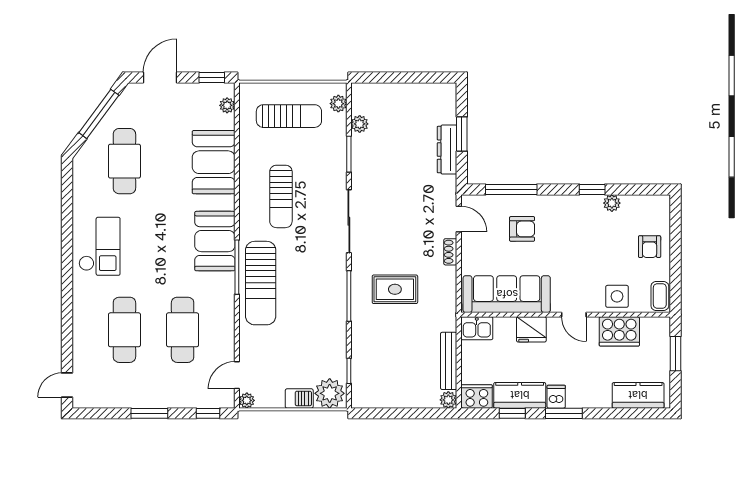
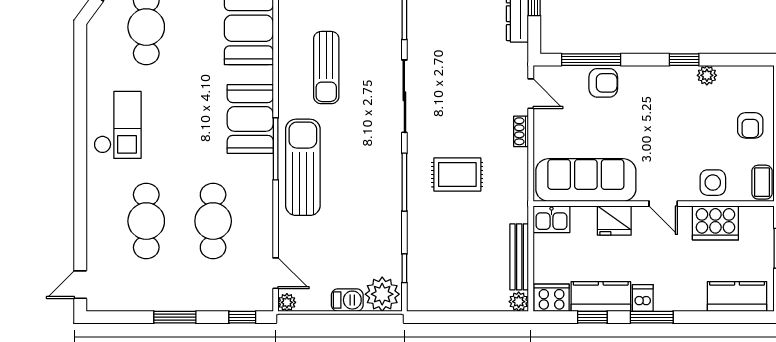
armchair: (522, 229) -> (603, 83), moved
sun lounger: (261, 283) -> (303, 167), turned 180
door: (237, 375) -> (276, 273), swing flipped

